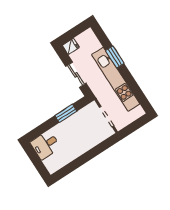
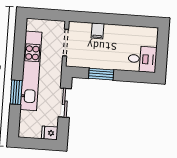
filing cabinet: (91, 141) -> (98, 31), added

